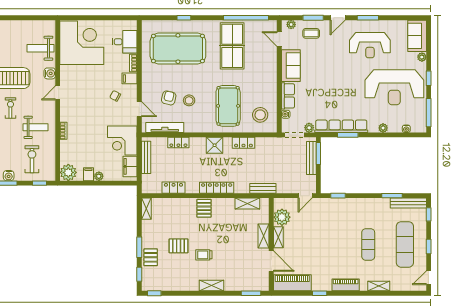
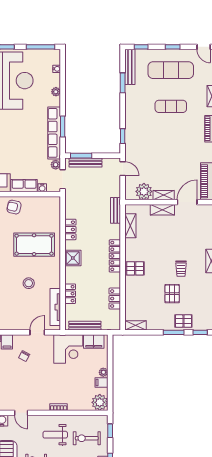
armchair: (169, 98) -> (14, 207), moved
stool: (260, 115) -> (43, 213), removed
weight bench: (36, 127) -> (55, 435), turned -90

